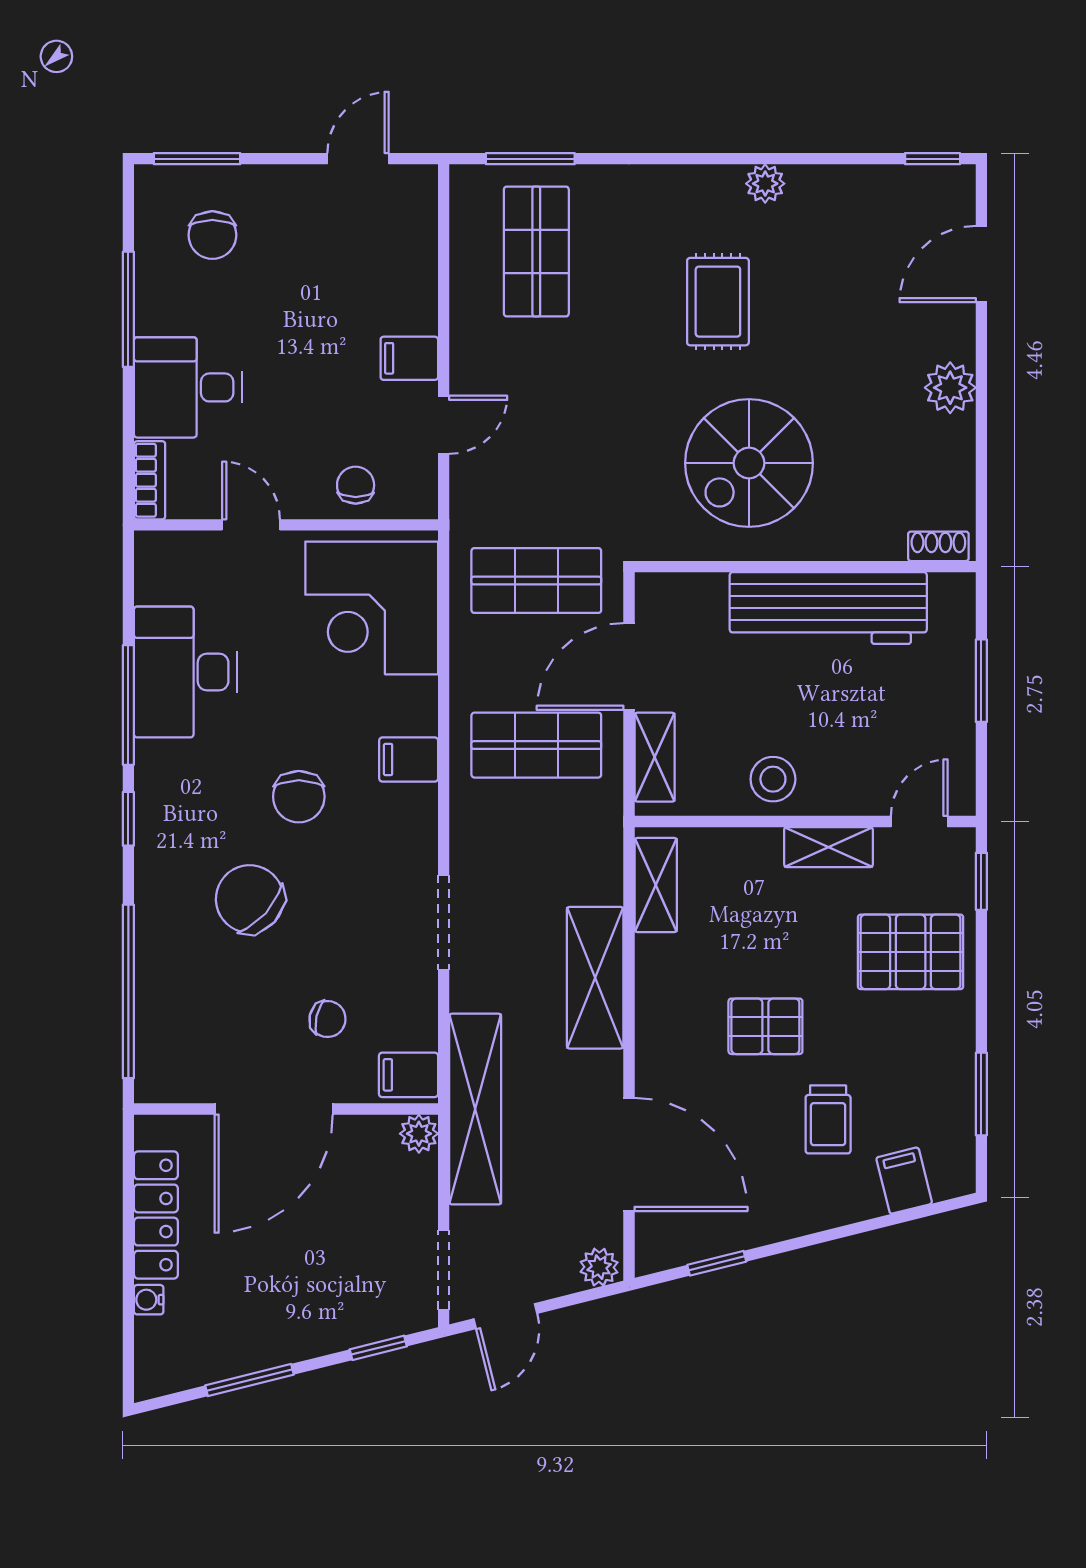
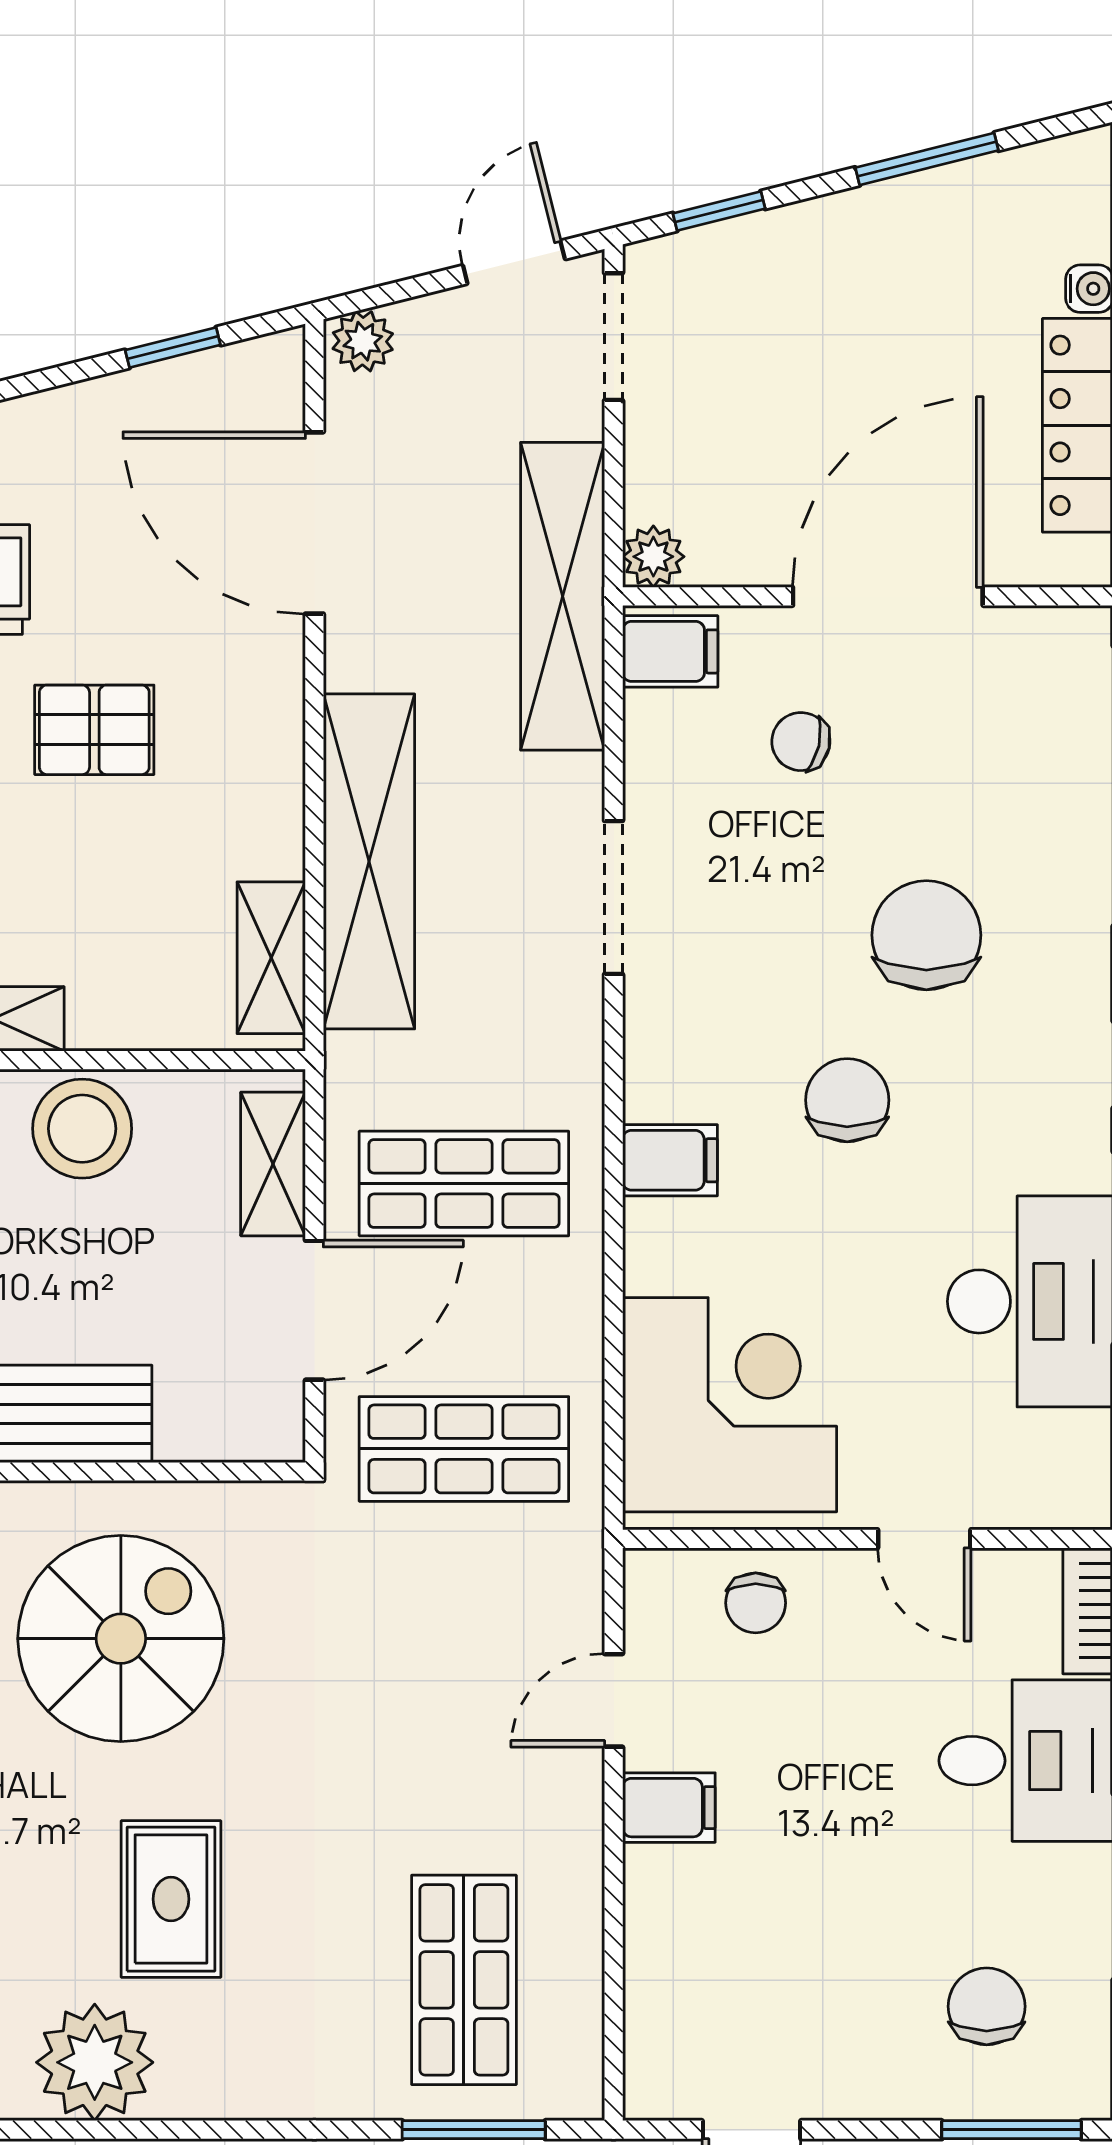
plant: (765, 184) -> (95, 2062), width x1.87, depth x1.87
stool: (773, 779) -> (82, 1129), width x1.38, depth x1.38
chair: (250, 899) -> (926, 935), turned -132
shelving: (595, 978) -> (369, 861), width x1.47

